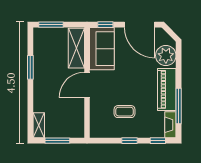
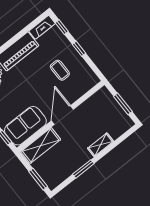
door: (87, 85) -> (62, 115), swing flipped
window: (179, 106) -> (23, 32), removed
shelving: (39, 125) -> (101, 145), moved

